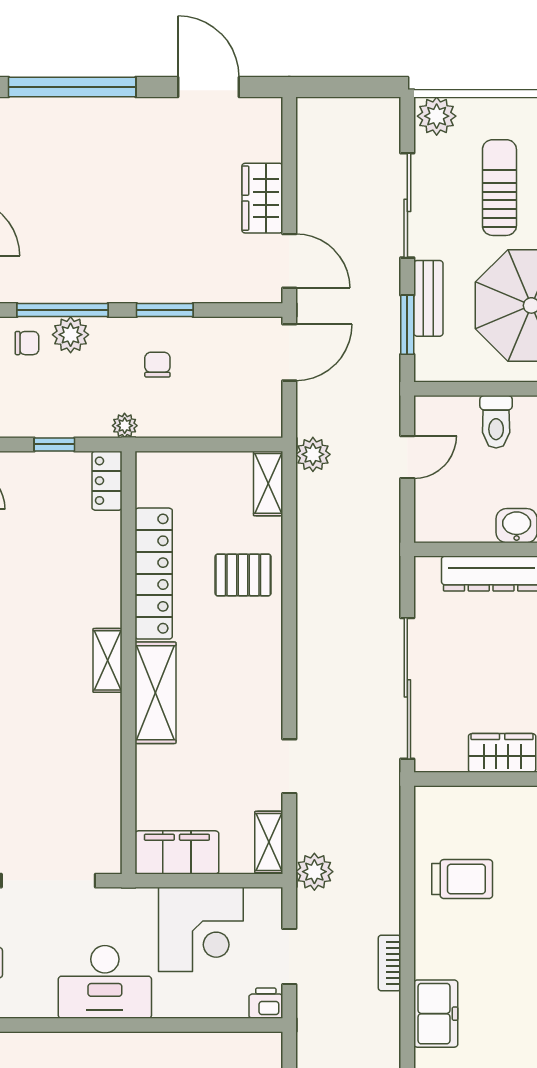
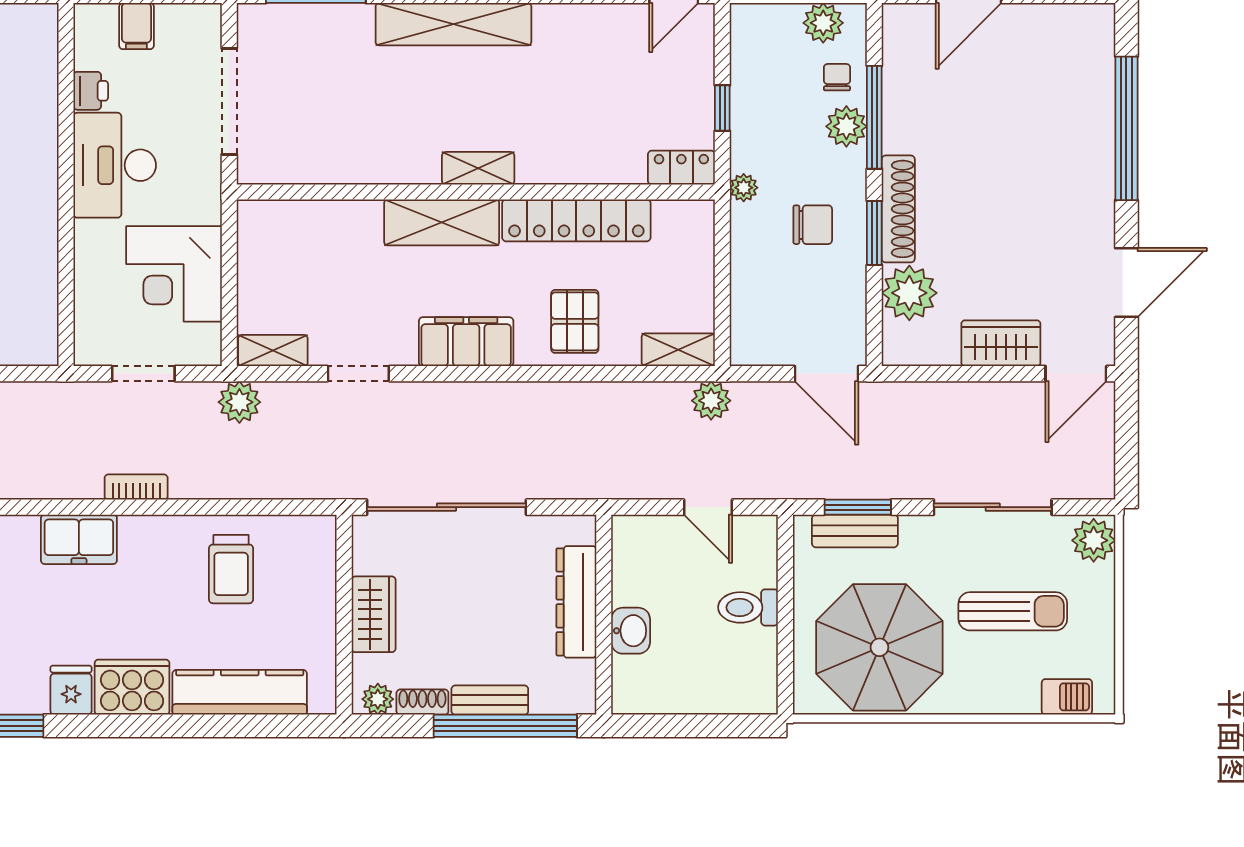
door: (289, 261) -> (1076, 374), moved
plant: (218, 279) -> (909, 293), added
shoe rack: (144, 289) -> (898, 209), added
bench: (428, 298) -> (855, 531), moved
chair: (27, 343) -> (837, 77), turned 180
chair: (157, 365) -> (813, 225), width x1.37, depth x1.37
filing cabinet: (177, 852) -> (466, 342), moved, turned -90
printer: (266, 1003) -> (91, 91), moved

